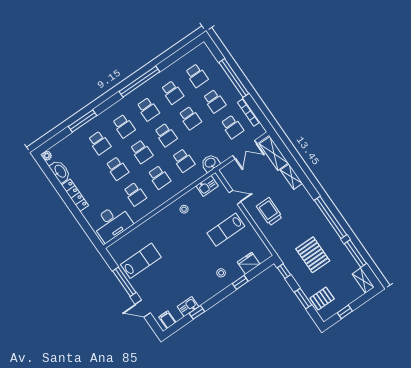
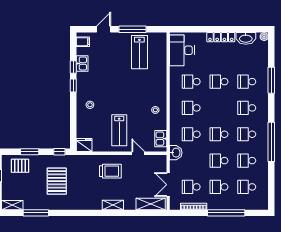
school desk: (141, 152) -> (219, 108), removed
shelving: (291, 177) -> (113, 205), moved
door: (235, 197) -> (138, 153), swing flipped
window: (330, 217) -> (75, 213), removed
lab bench: (226, 230) -> (119, 130), turned 180
pallet: (313, 255) -> (57, 181), turned 90
fridge: (249, 263) -> (84, 145), moved, turned -90
window: (240, 282) -> (73, 86), moved
pallet: (322, 298) -> (20, 166), turned 90

